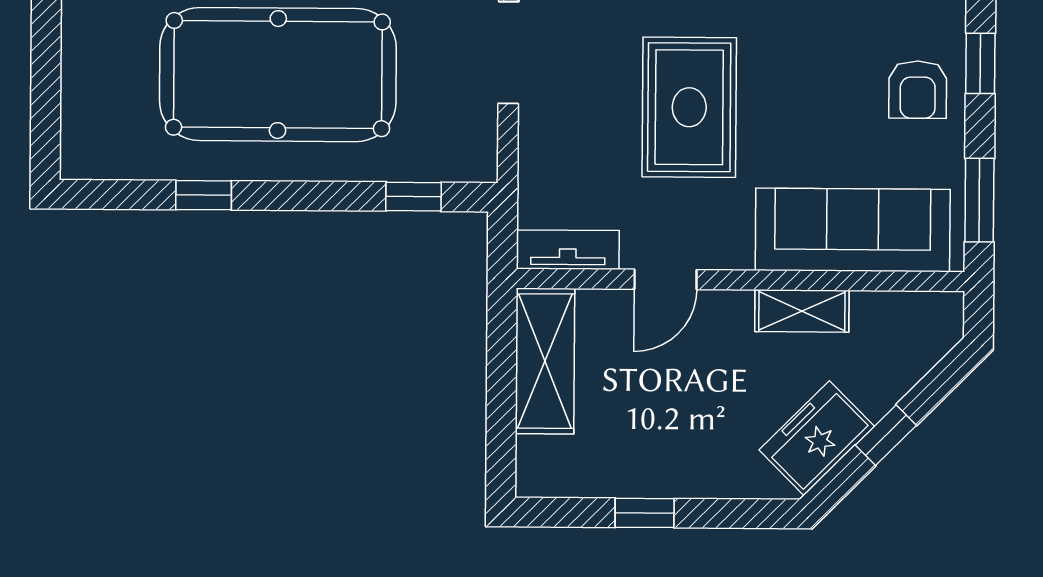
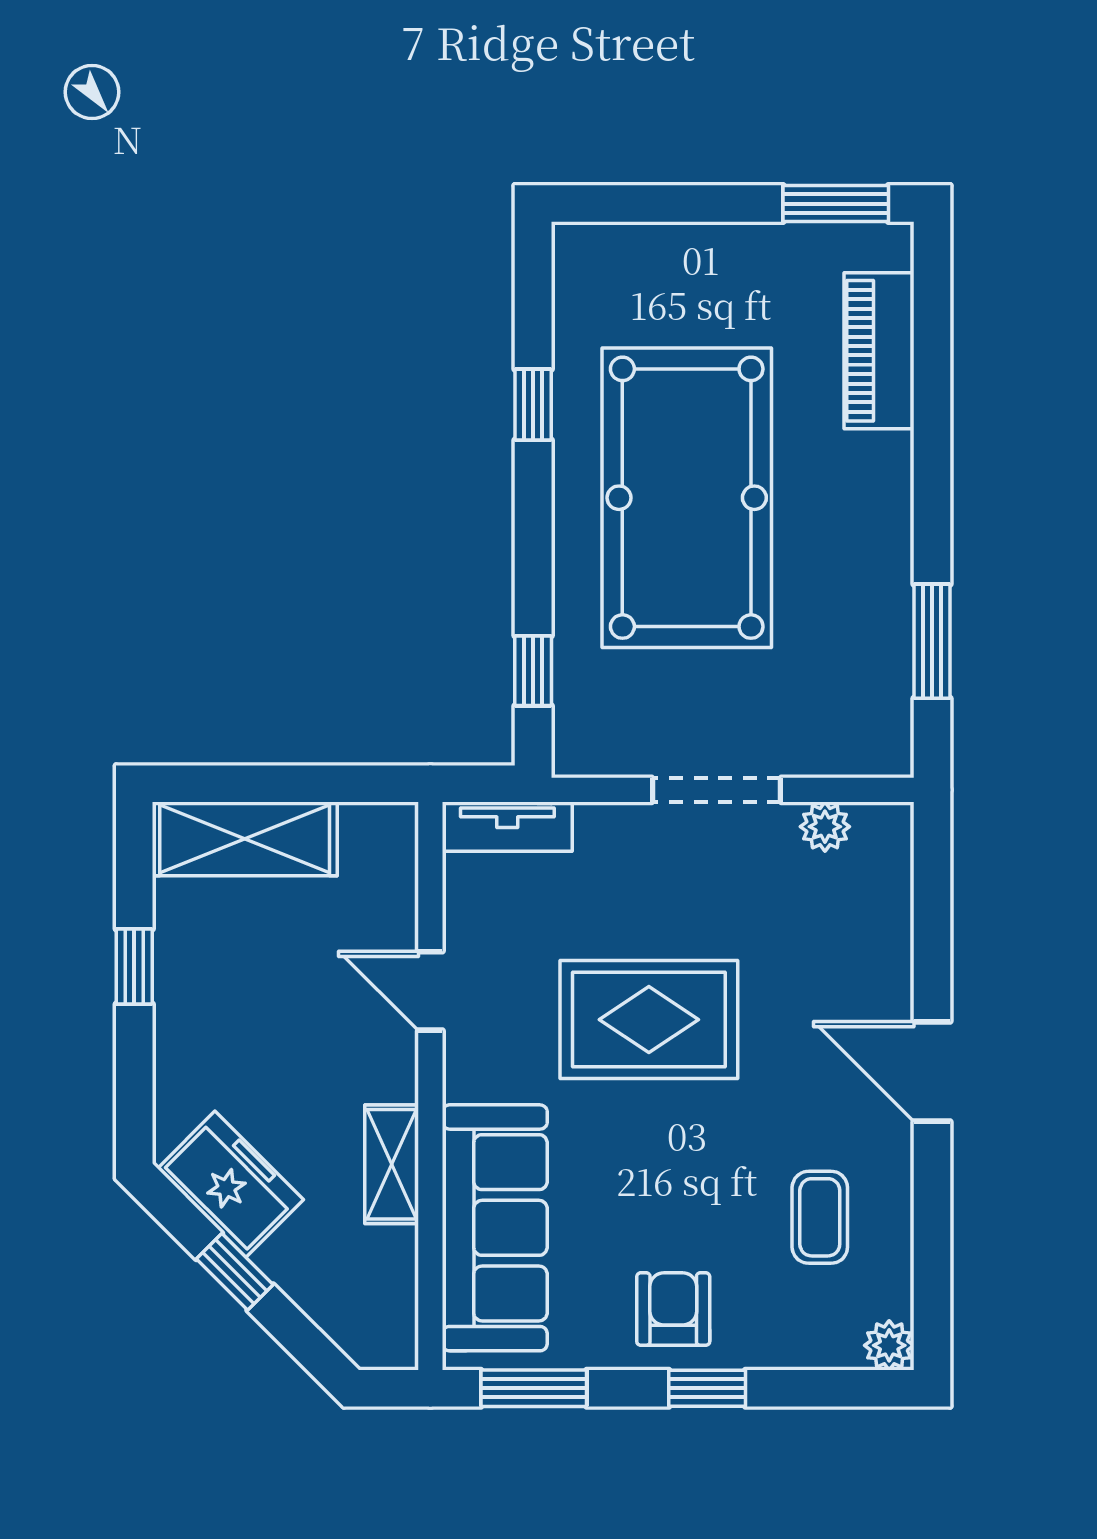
armchair: (918, 90) -> (673, 1309), turned 90
tv unit: (568, 250) -> (507, 827), moved, turned 90
shelving: (545, 361) -> (245, 839), moved

